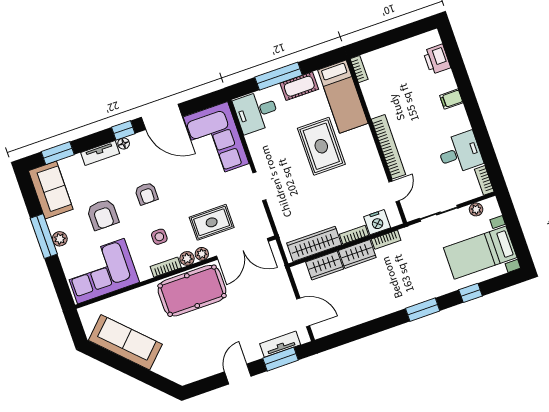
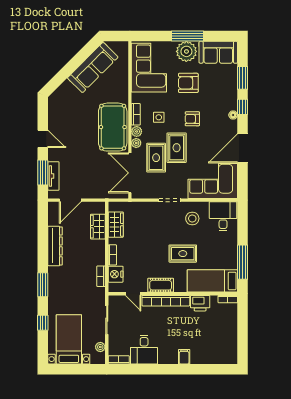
printer: (437, 59) -> (200, 303), moved, turned 180
window: (279, 76) -> (243, 262), moved
cot: (299, 86) -> (161, 285), moved, turned 90
window: (123, 130) -> (243, 107), moved
rug: (321, 146) -> (183, 254), width x0.73, depth x0.70
stool: (273, 150) -> (192, 218), added
window: (58, 153) -> (243, 78), moved
tv unit: (100, 153) -> (232, 96), removed
rug: (190, 201) -> (177, 148), added
plant: (60, 239) -> (186, 51), width x1.88, depth x1.88
wardrobe: (314, 244) -> (116, 225), width x0.67
wardrobe: (357, 254) -> (98, 252), removed
dresser: (368, 311) -> (55, 246), added

